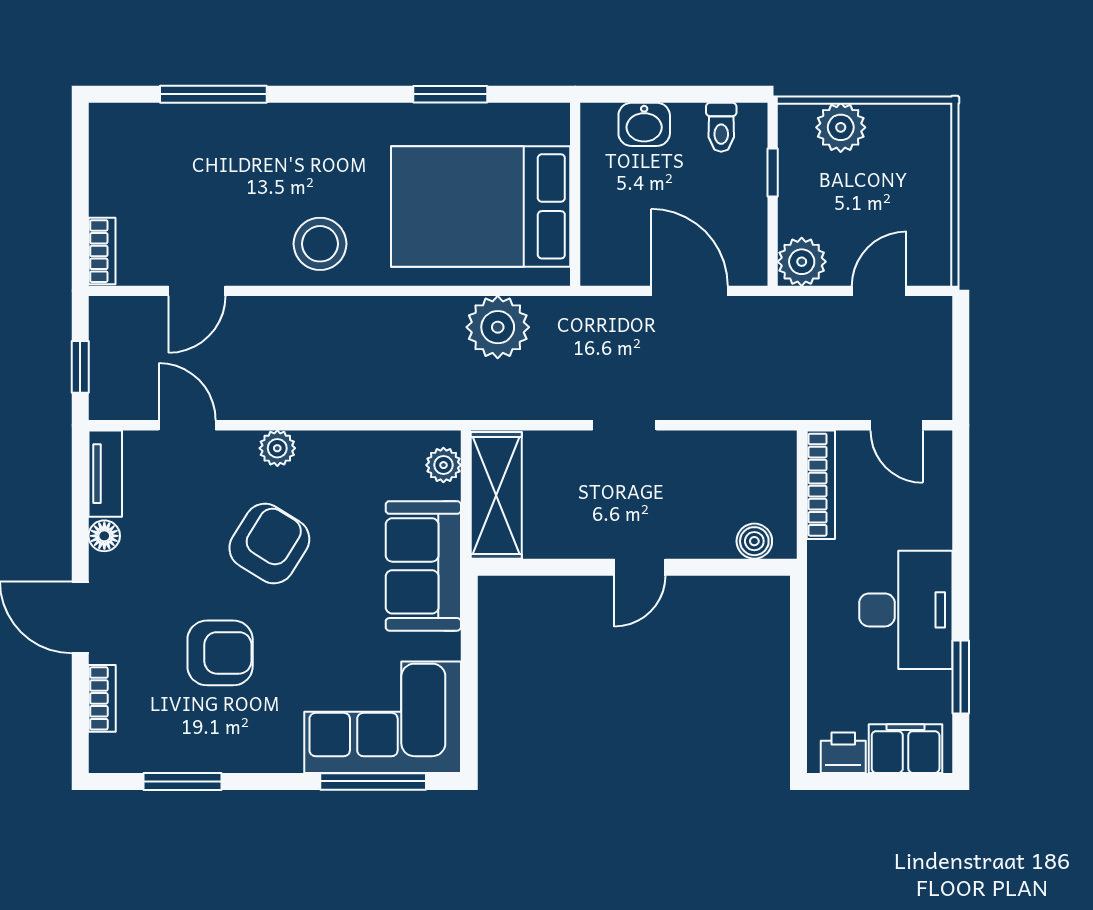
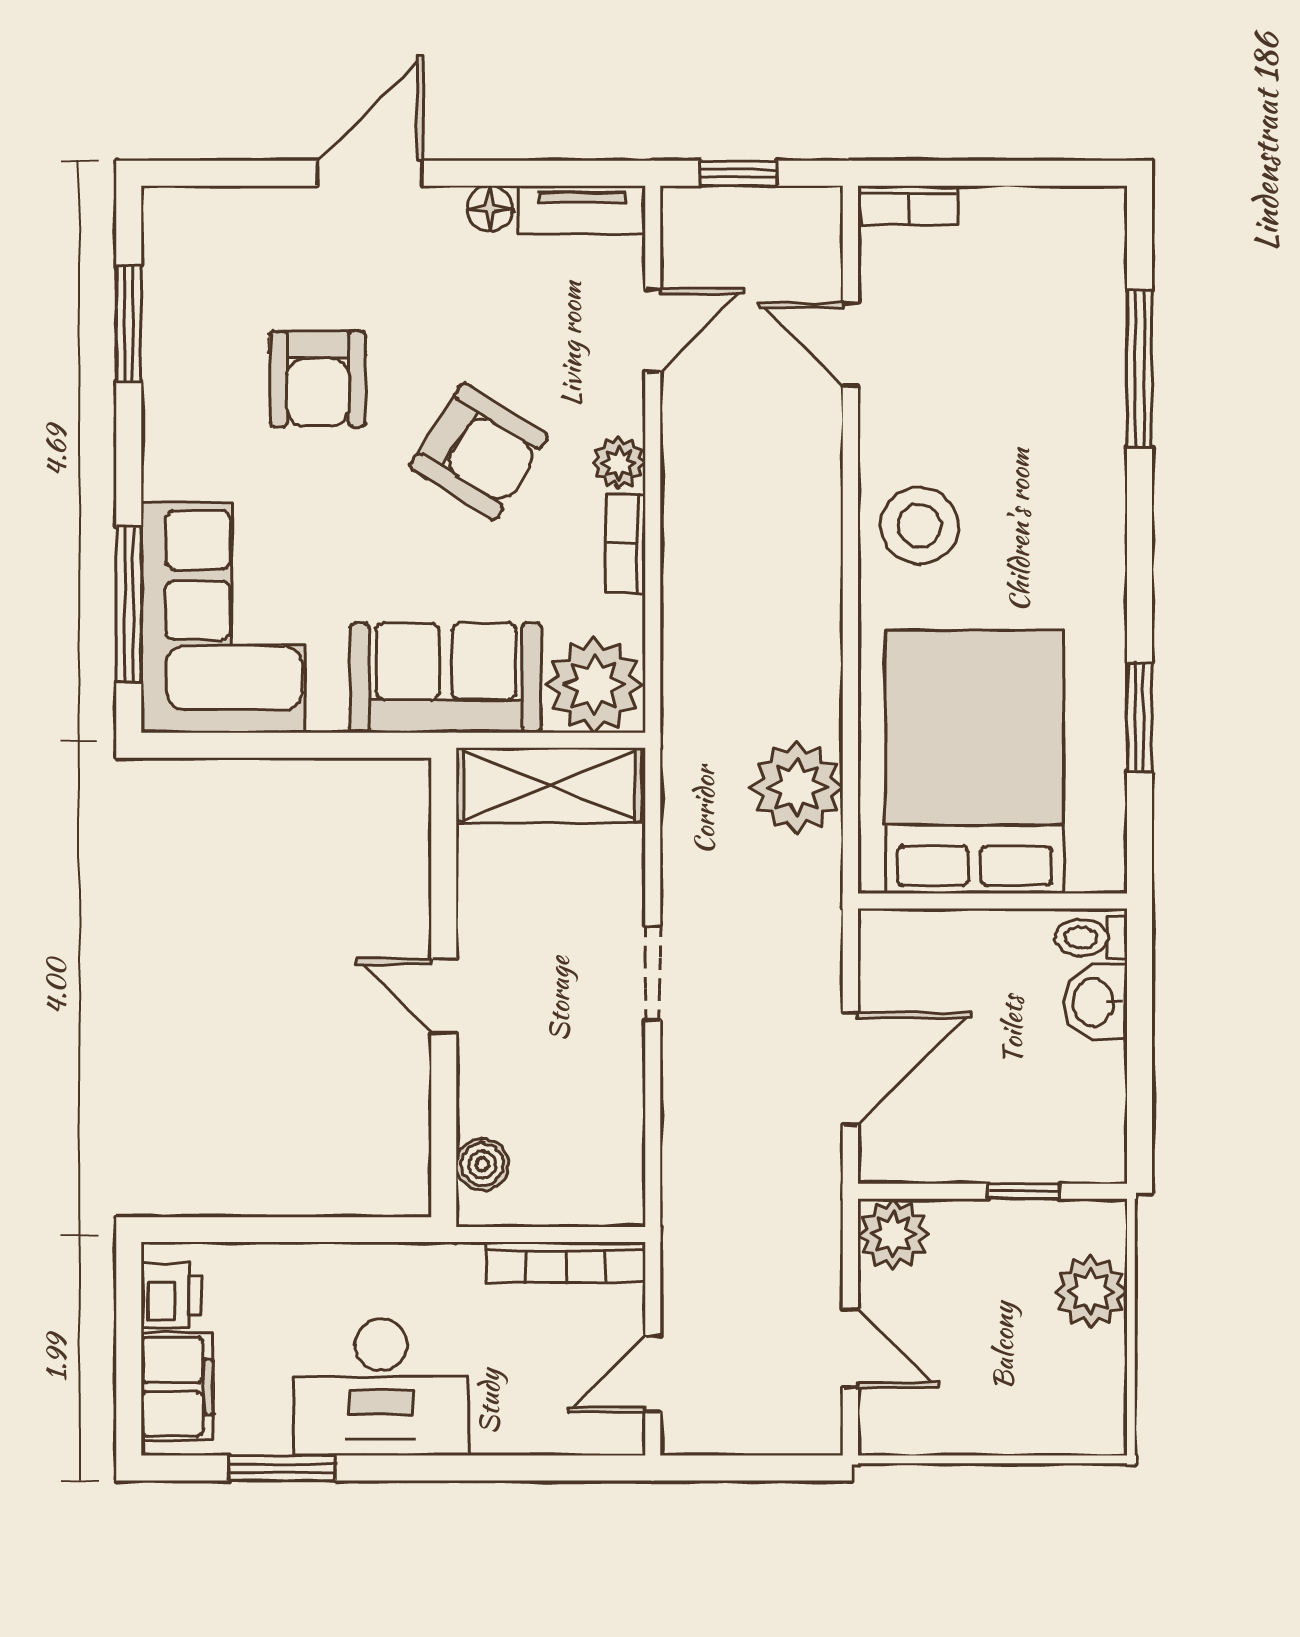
toilet: (721, 127) -> (1091, 938), moved
plant: (443, 465) -> (594, 685), width x1.88, depth x1.88
bookcase: (102, 698) -> (625, 544), moved, turned 90

